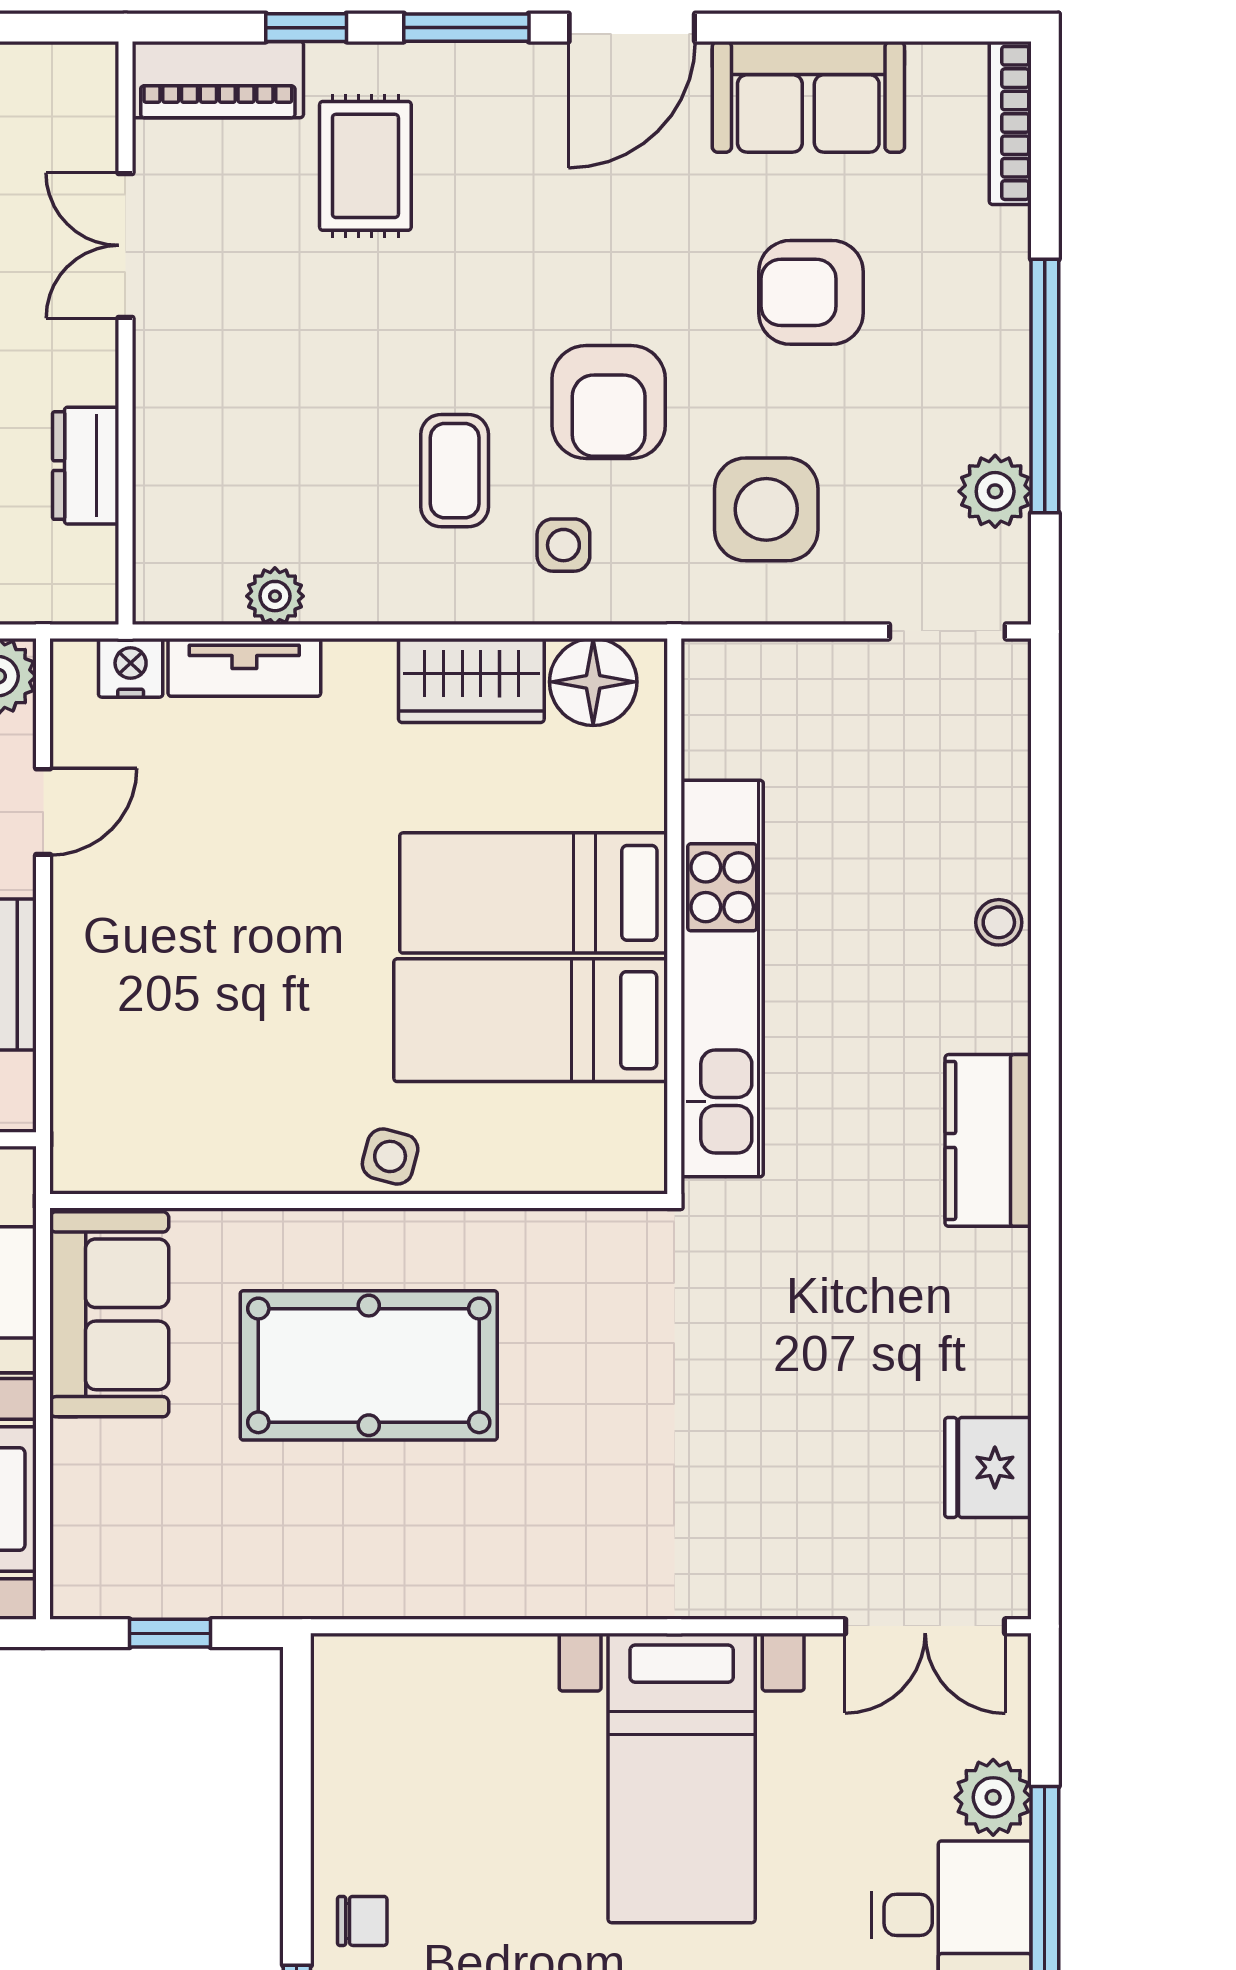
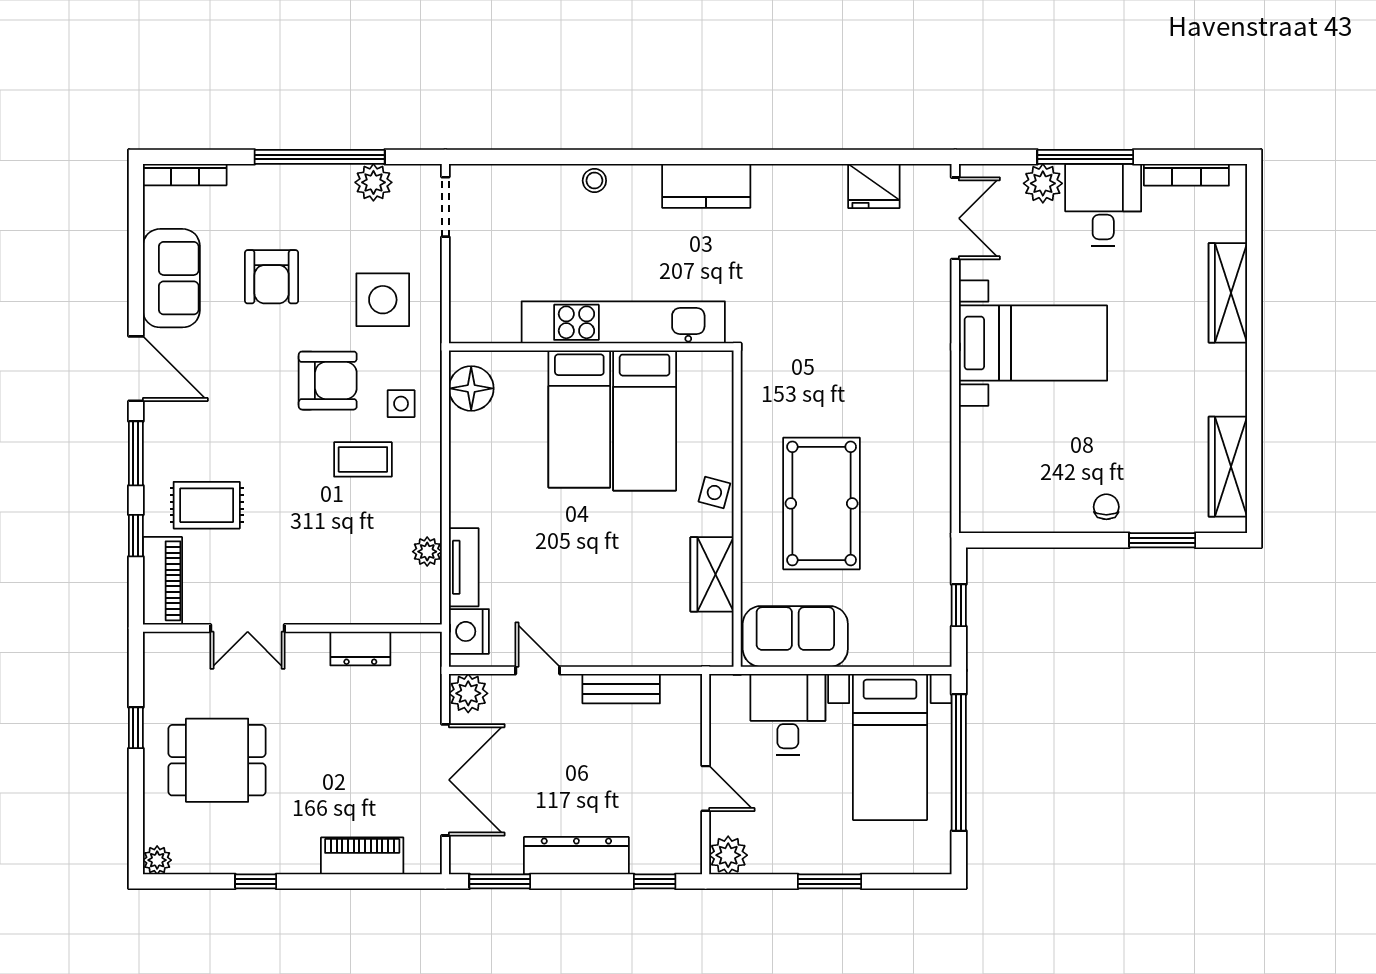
nightstand: (131, 668) -> (469, 631), width x1.36, depth x1.33
wardrobe: (471, 680) -> (712, 574), moved, turned 180

